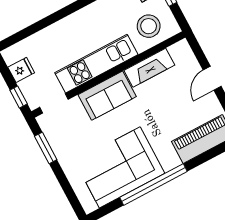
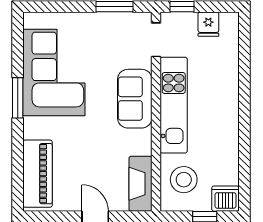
fireplace: (149, 68) -> (140, 184), moved
window: (154, 184) -> (18, 98), width x0.47

